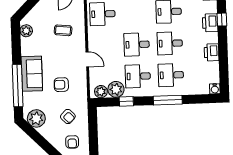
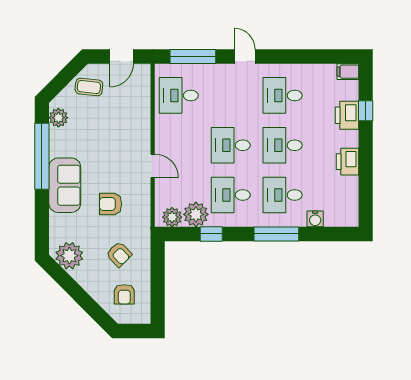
coffee table: (63, 30) -> (89, 87), moved
window: (18, 86) -> (42, 156), moved
water cooler: (215, 89) -> (315, 219), moved

